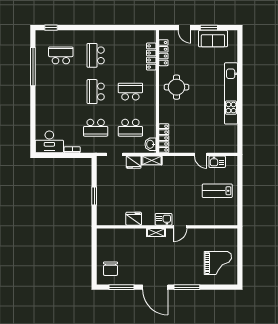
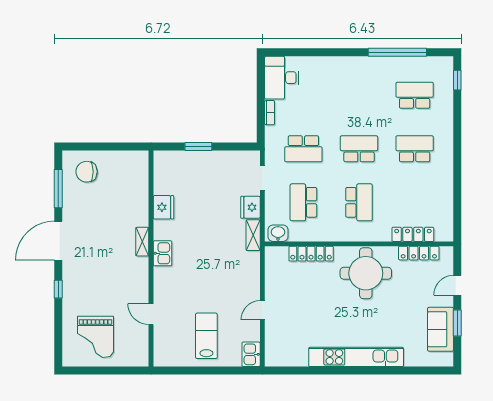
school desk: (61, 55) -> (415, 95), turned -90
round table: (177, 87) -> (366, 273), width x1.36, depth x1.36
school desk: (96, 128) -> (303, 149), turned -90
locker: (164, 138) -> (311, 254), moved
kitchen sink: (217, 162) -> (251, 354), moved
door: (180, 227) -> (151, 314), moved
window: (187, 287) -> (58, 289), width x0.46

